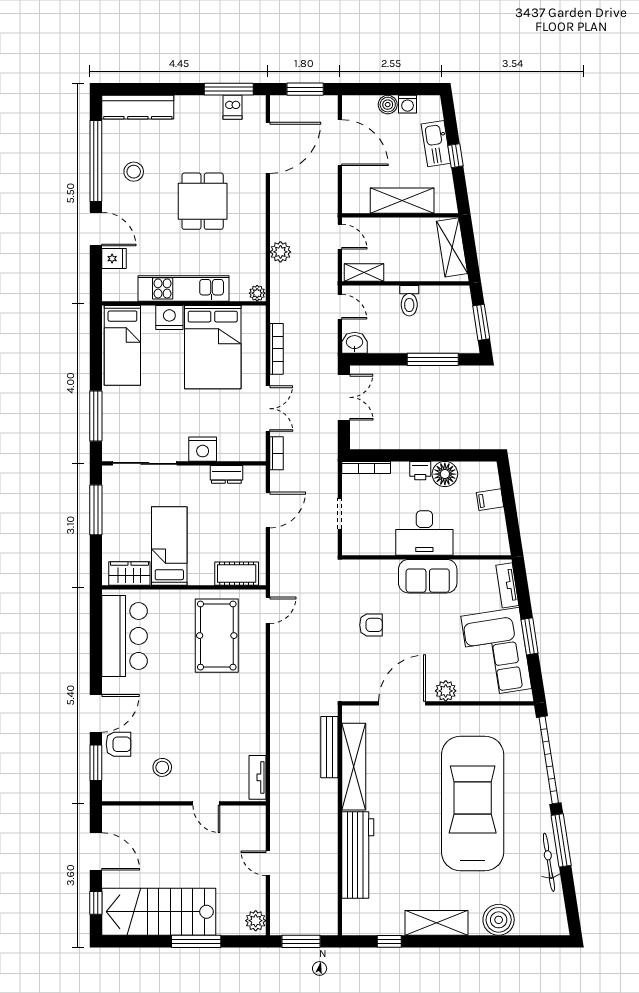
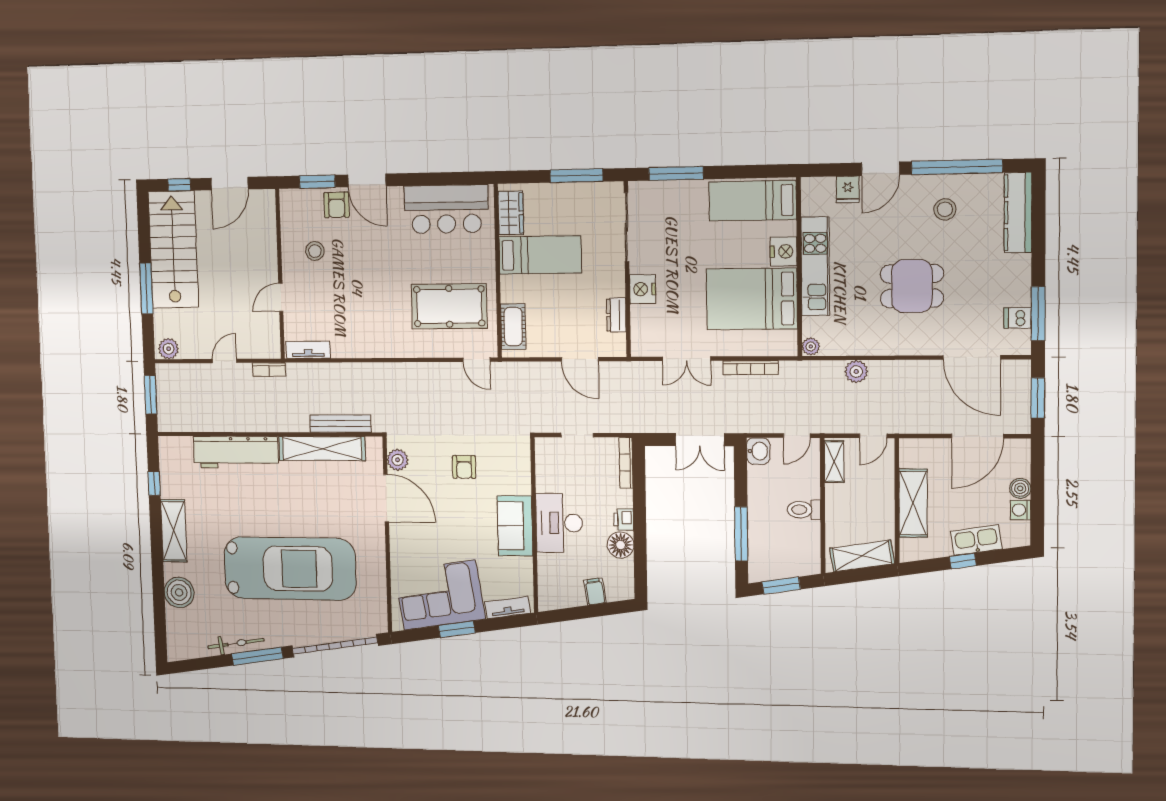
bookcase: (277, 453) -> (269, 370), moved
plant: (446, 691) -> (398, 460), moved

